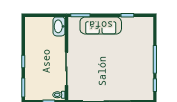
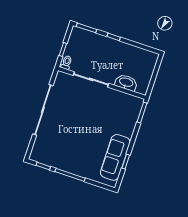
sofa: (101, 25) -> (115, 157), moved
washbasin: (59, 26) -> (126, 82), moved

